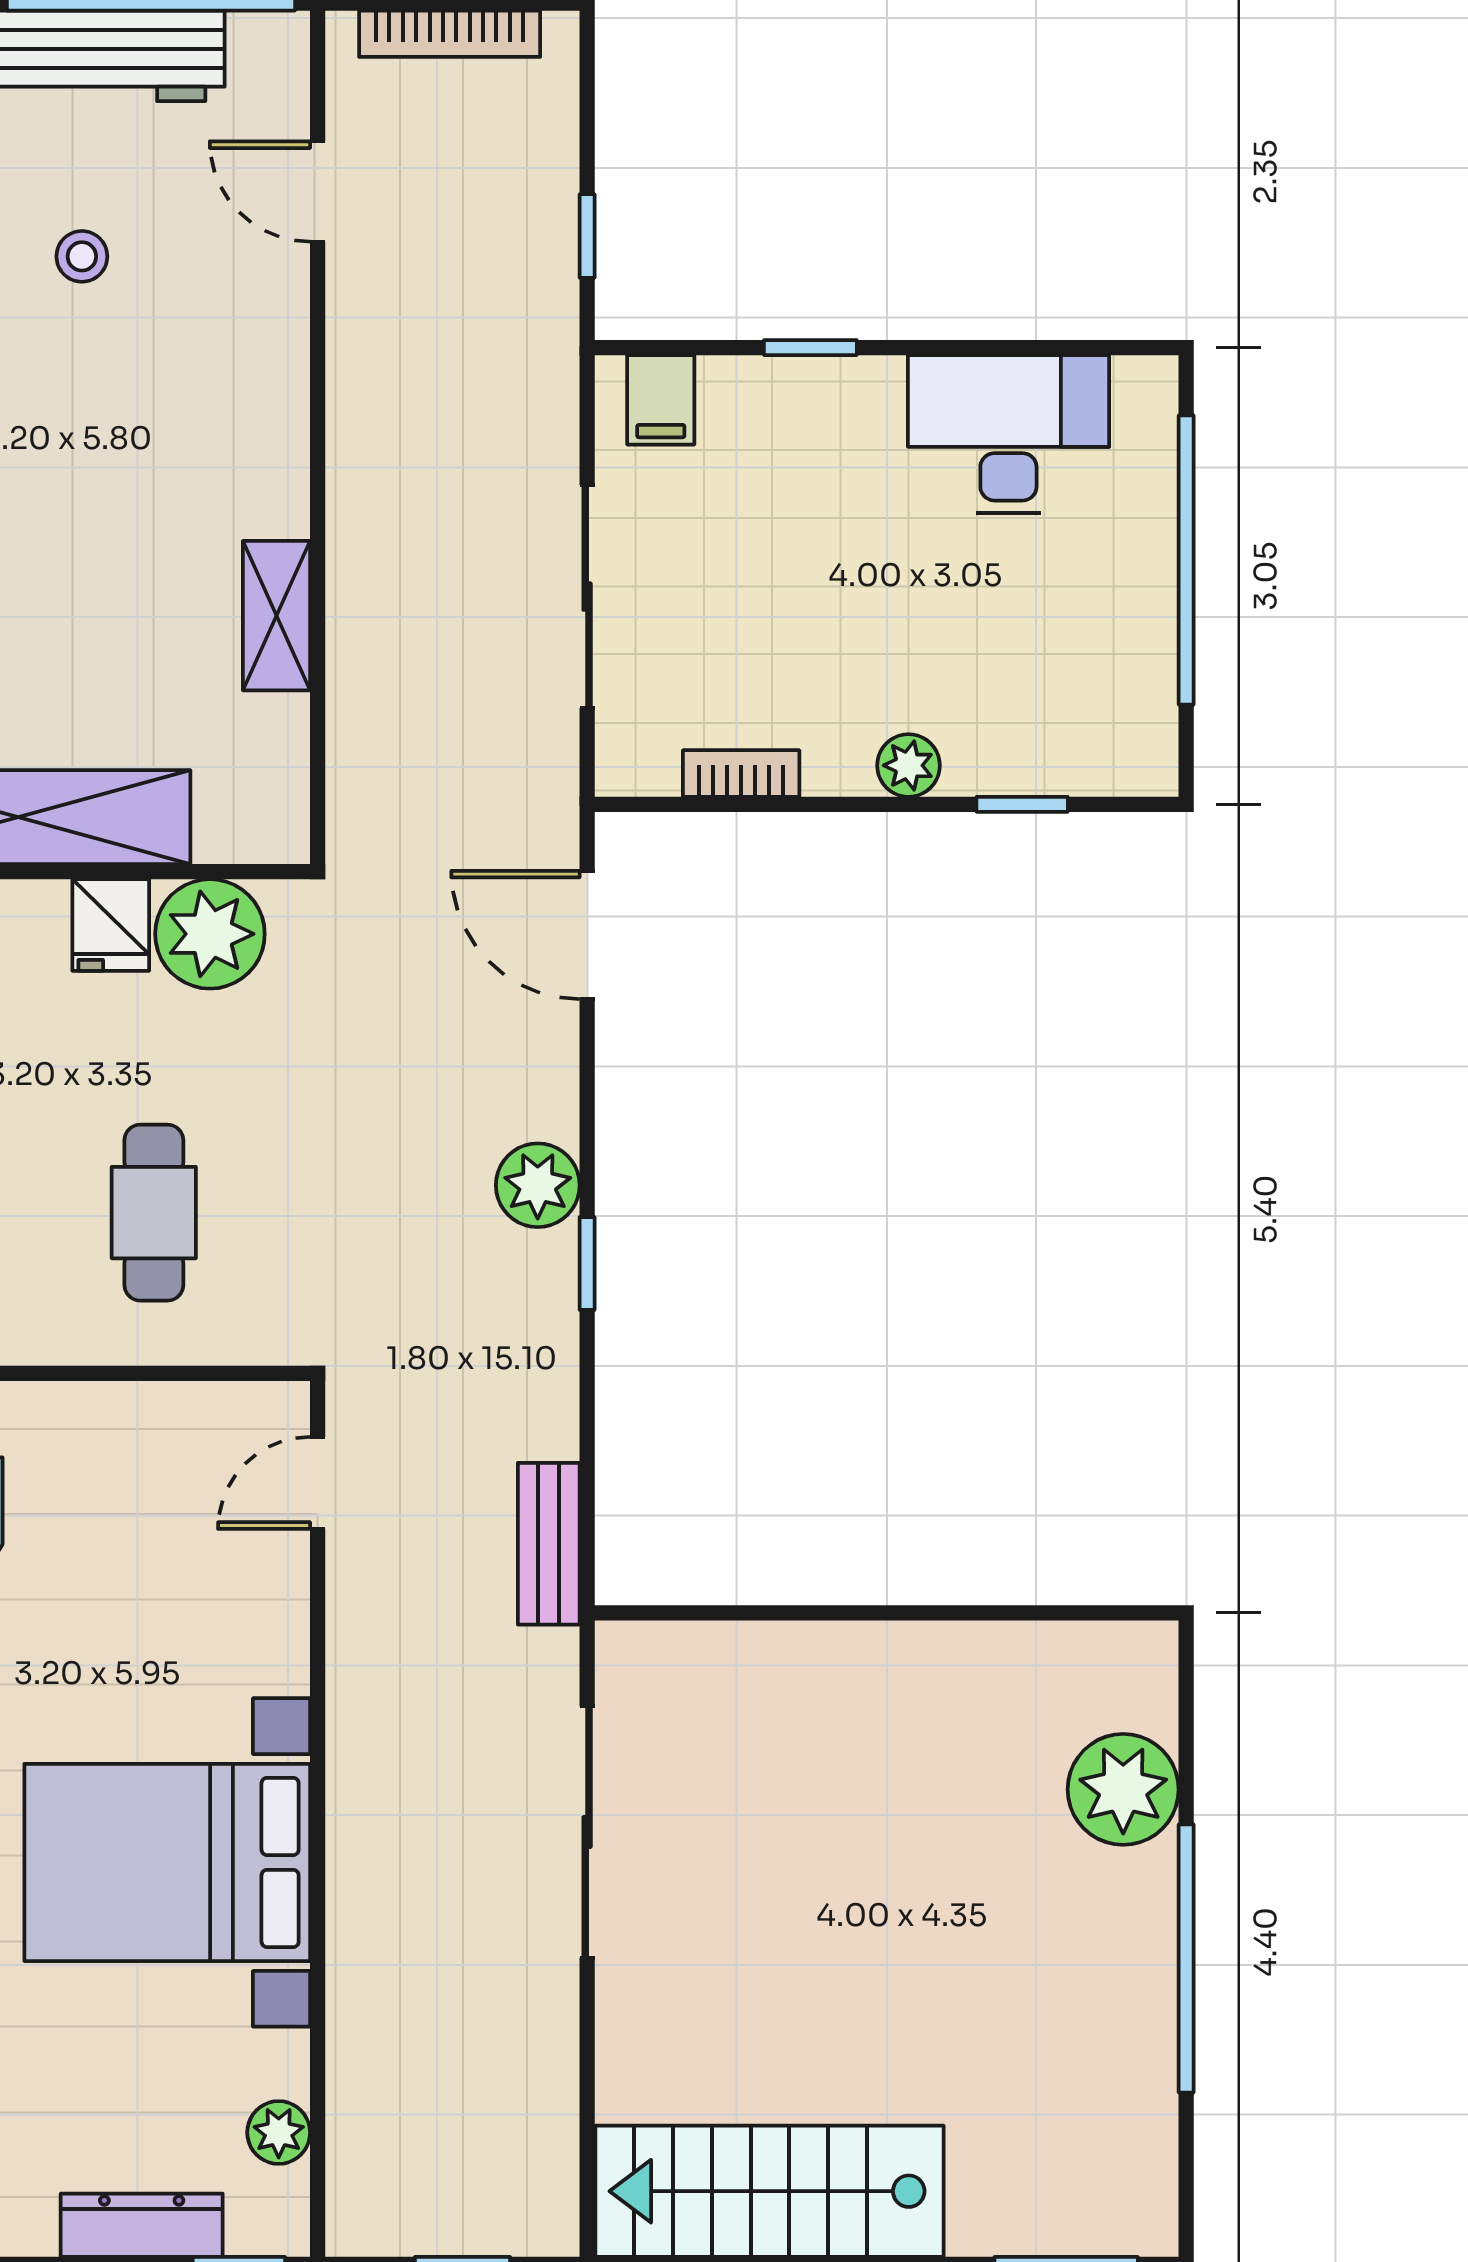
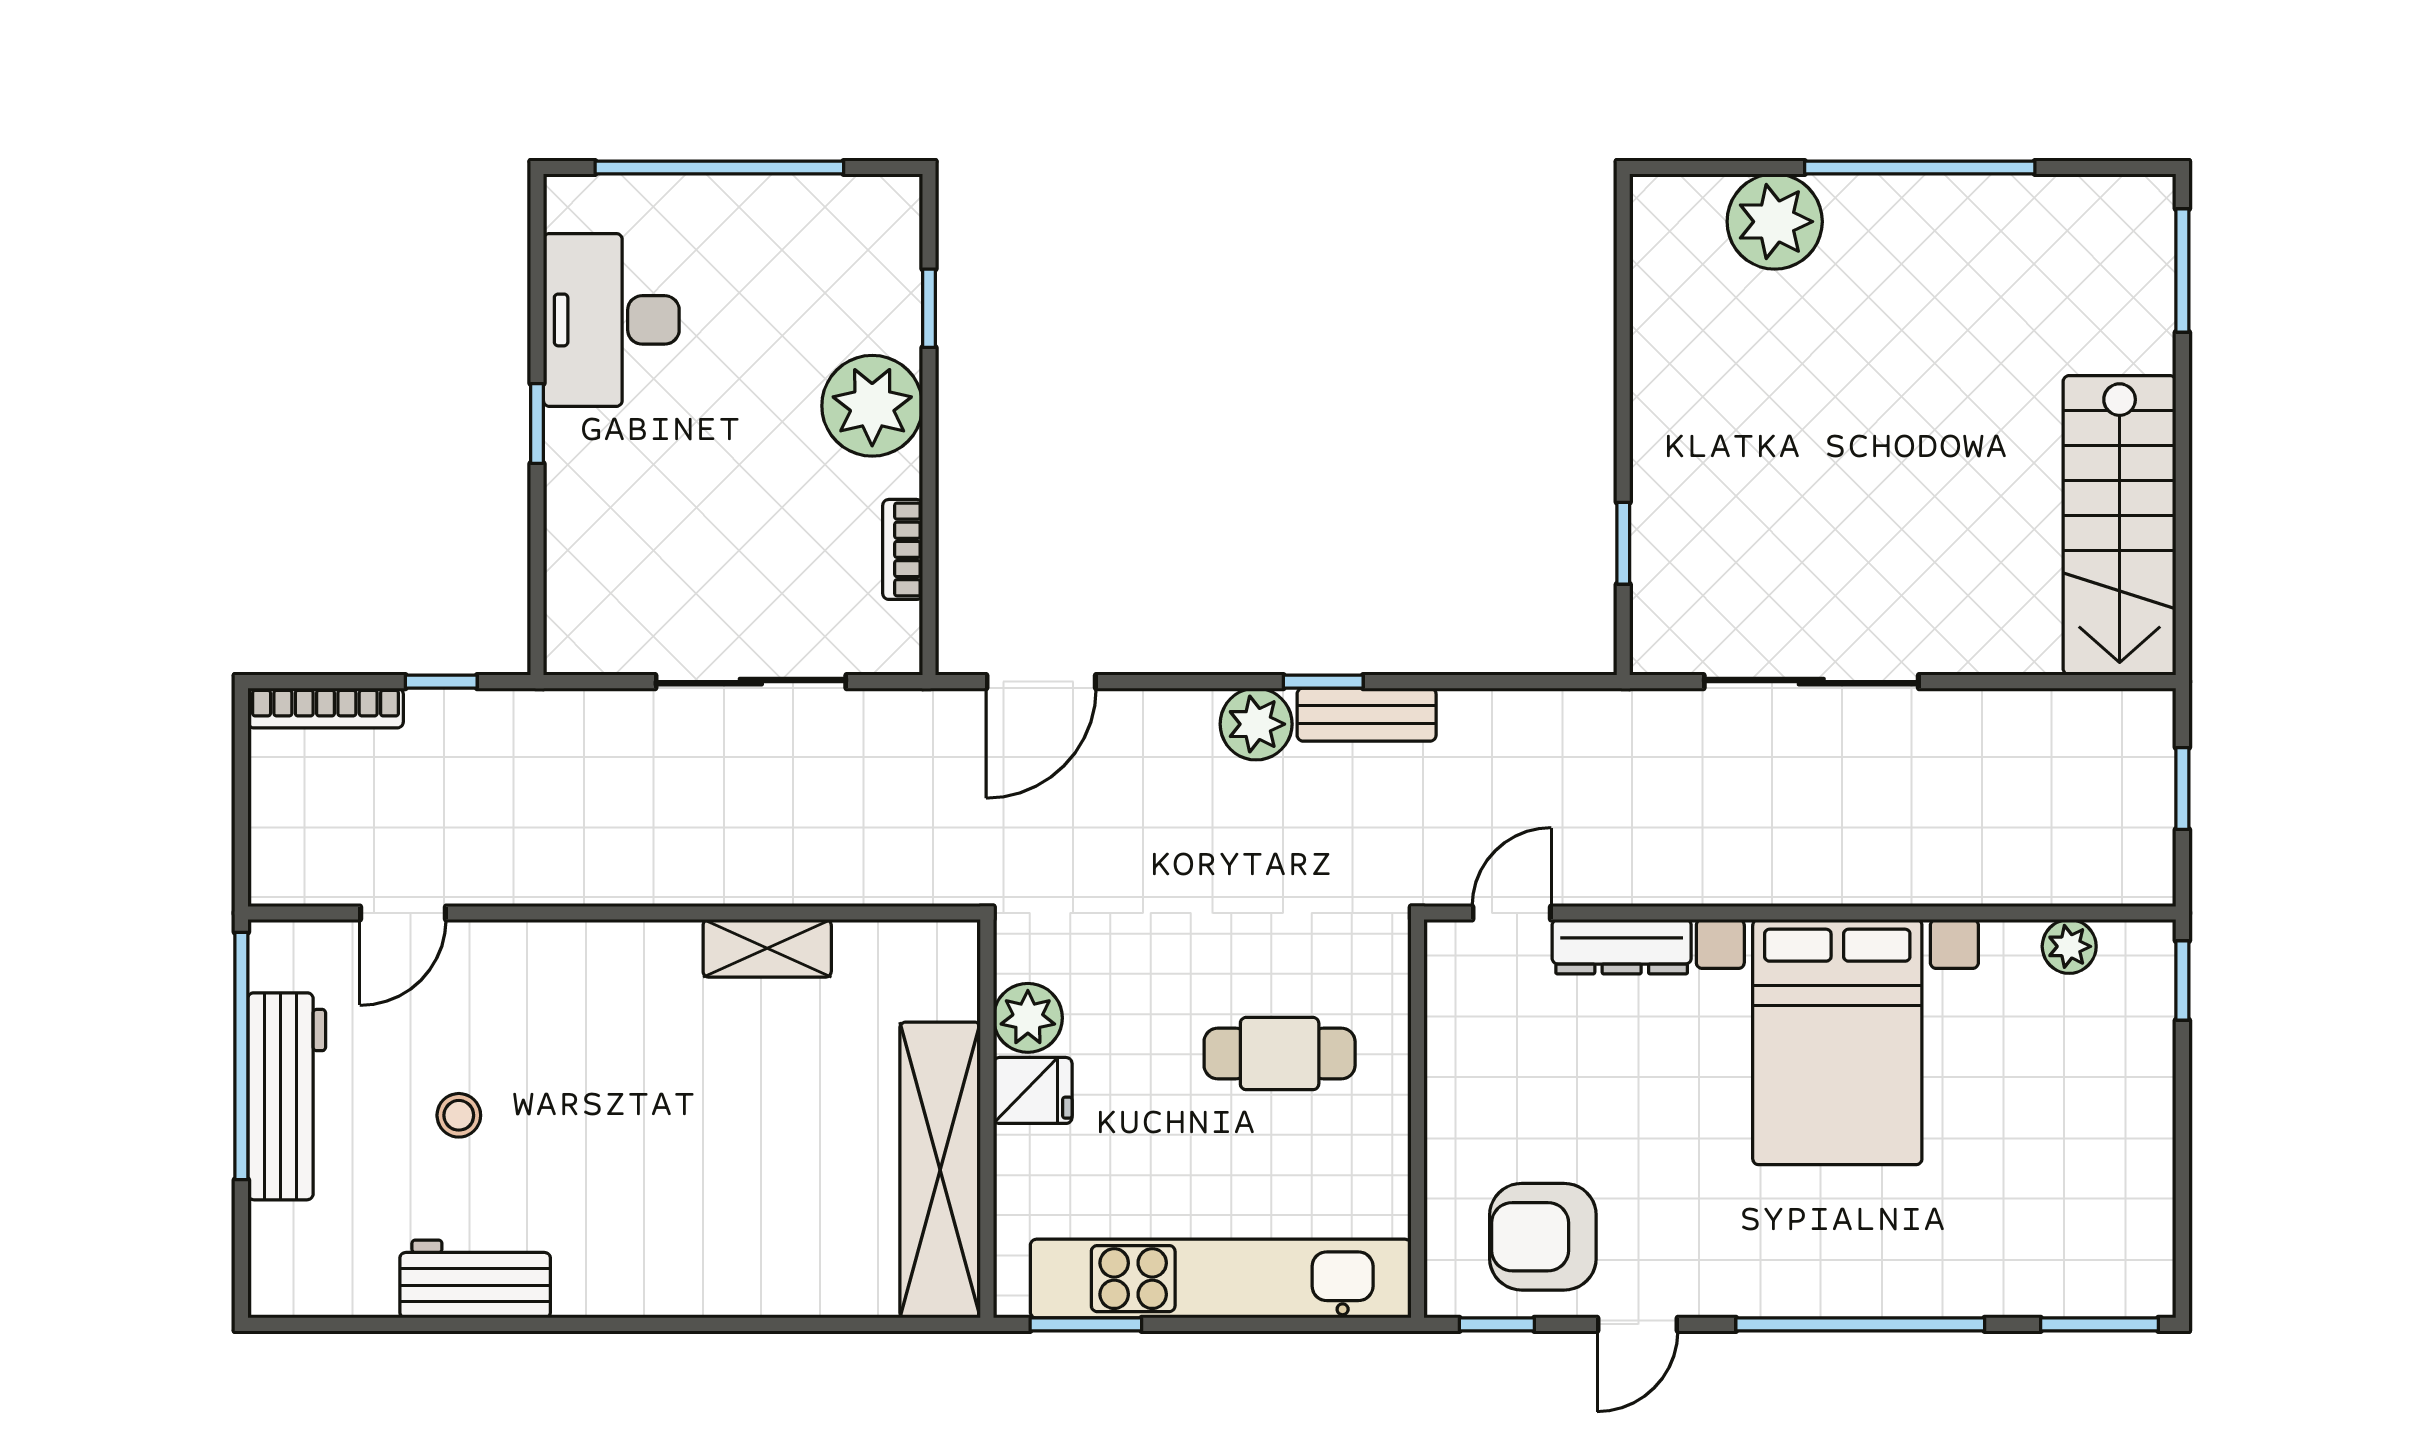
bookcase: (450, 34) -> (326, 708), moved, turned 90
window: (810, 348) -> (537, 424), moved
filing cabinet: (661, 400) -> (582, 618), removed
plant: (908, 765) -> (872, 406), width x1.87, depth x1.87
plant: (210, 934) -> (1028, 1018), width x0.73, depth x0.73
door: (318, 1483) -> (1512, 913), swing flipped
bench: (549, 1544) -> (1367, 715), moved
window: (748, 1613) -> (1623, 543), added
dresser: (142, 2225) -> (1622, 947), moved, turned -90

